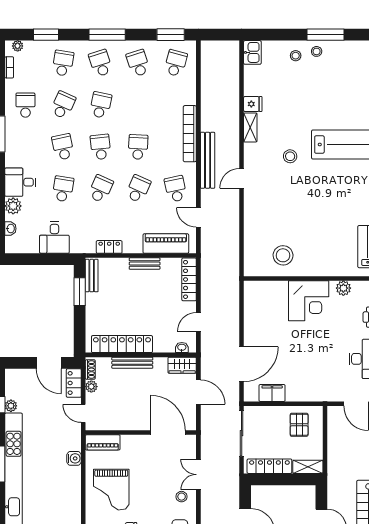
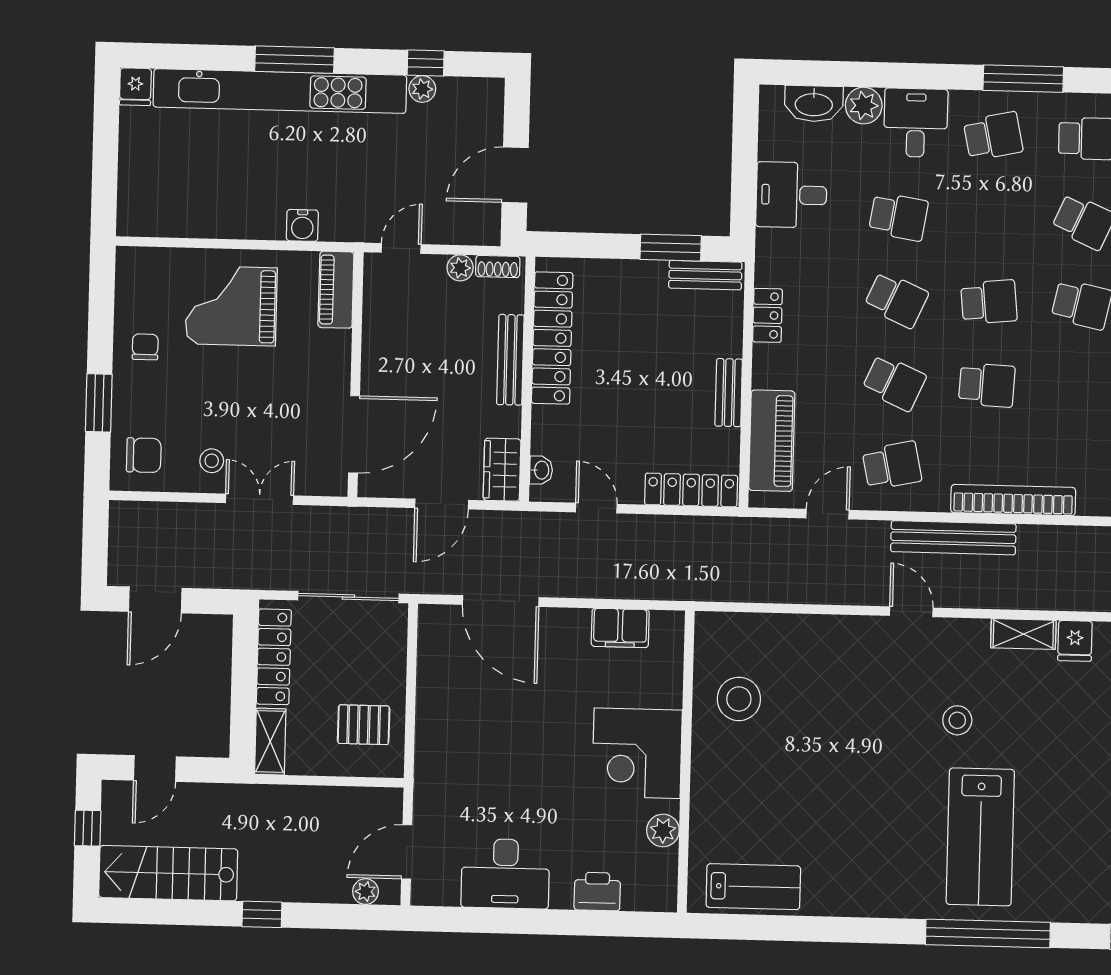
school desk: (63, 147) -> (993, 136), moved
washbasin: (10, 229) -> (814, 104), width x1.91, depth x1.45
locker: (74, 383) -> (469, 229), removed
filing cabinet: (272, 393) -> (620, 628), moved, turned 90

